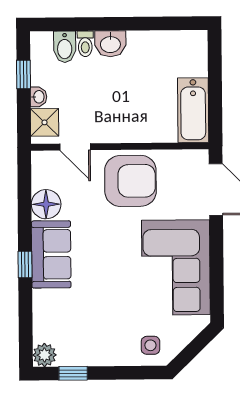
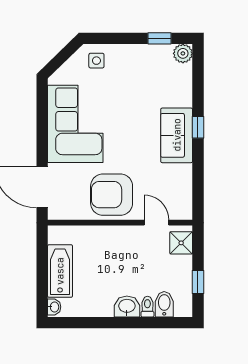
washbasin: (38, 97) -> (54, 307), moved, turned 180
bathtub: (193, 110) -> (60, 271), moved
floor lamp: (46, 204) -> (180, 176), removed

